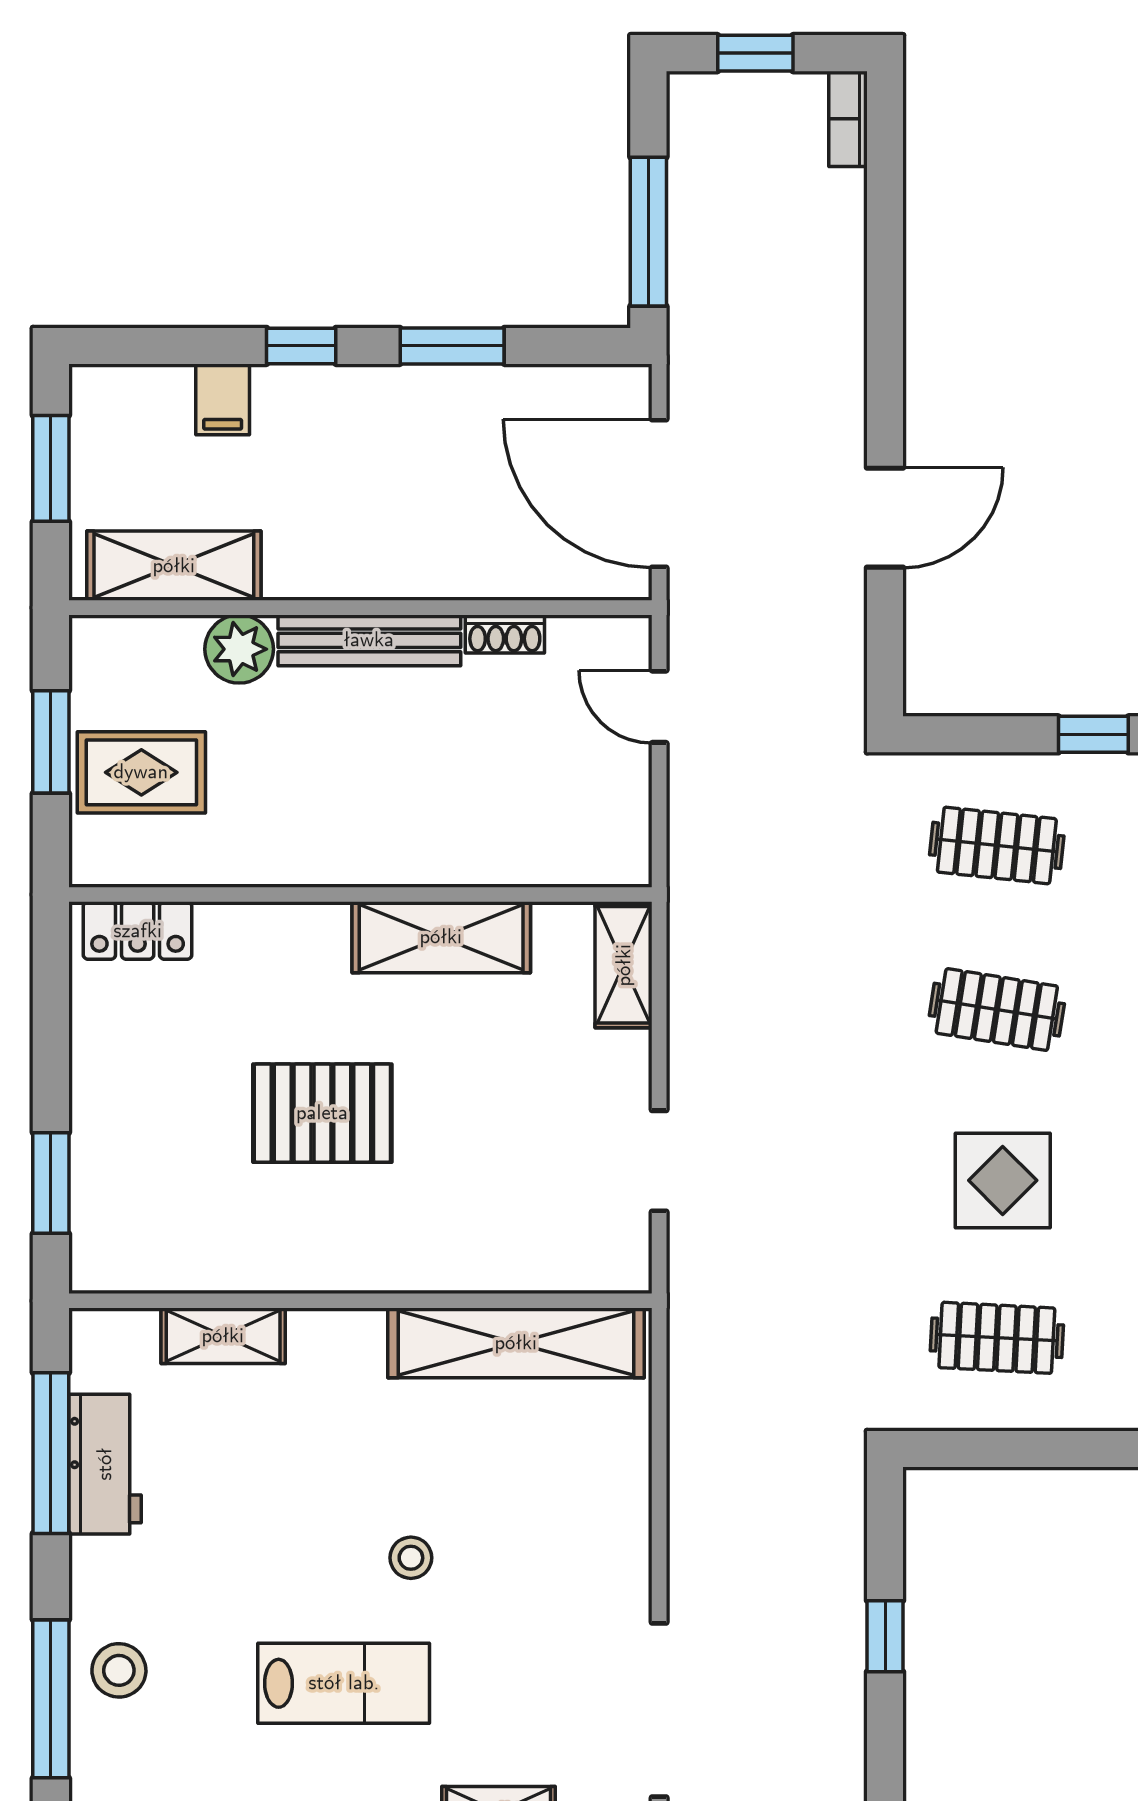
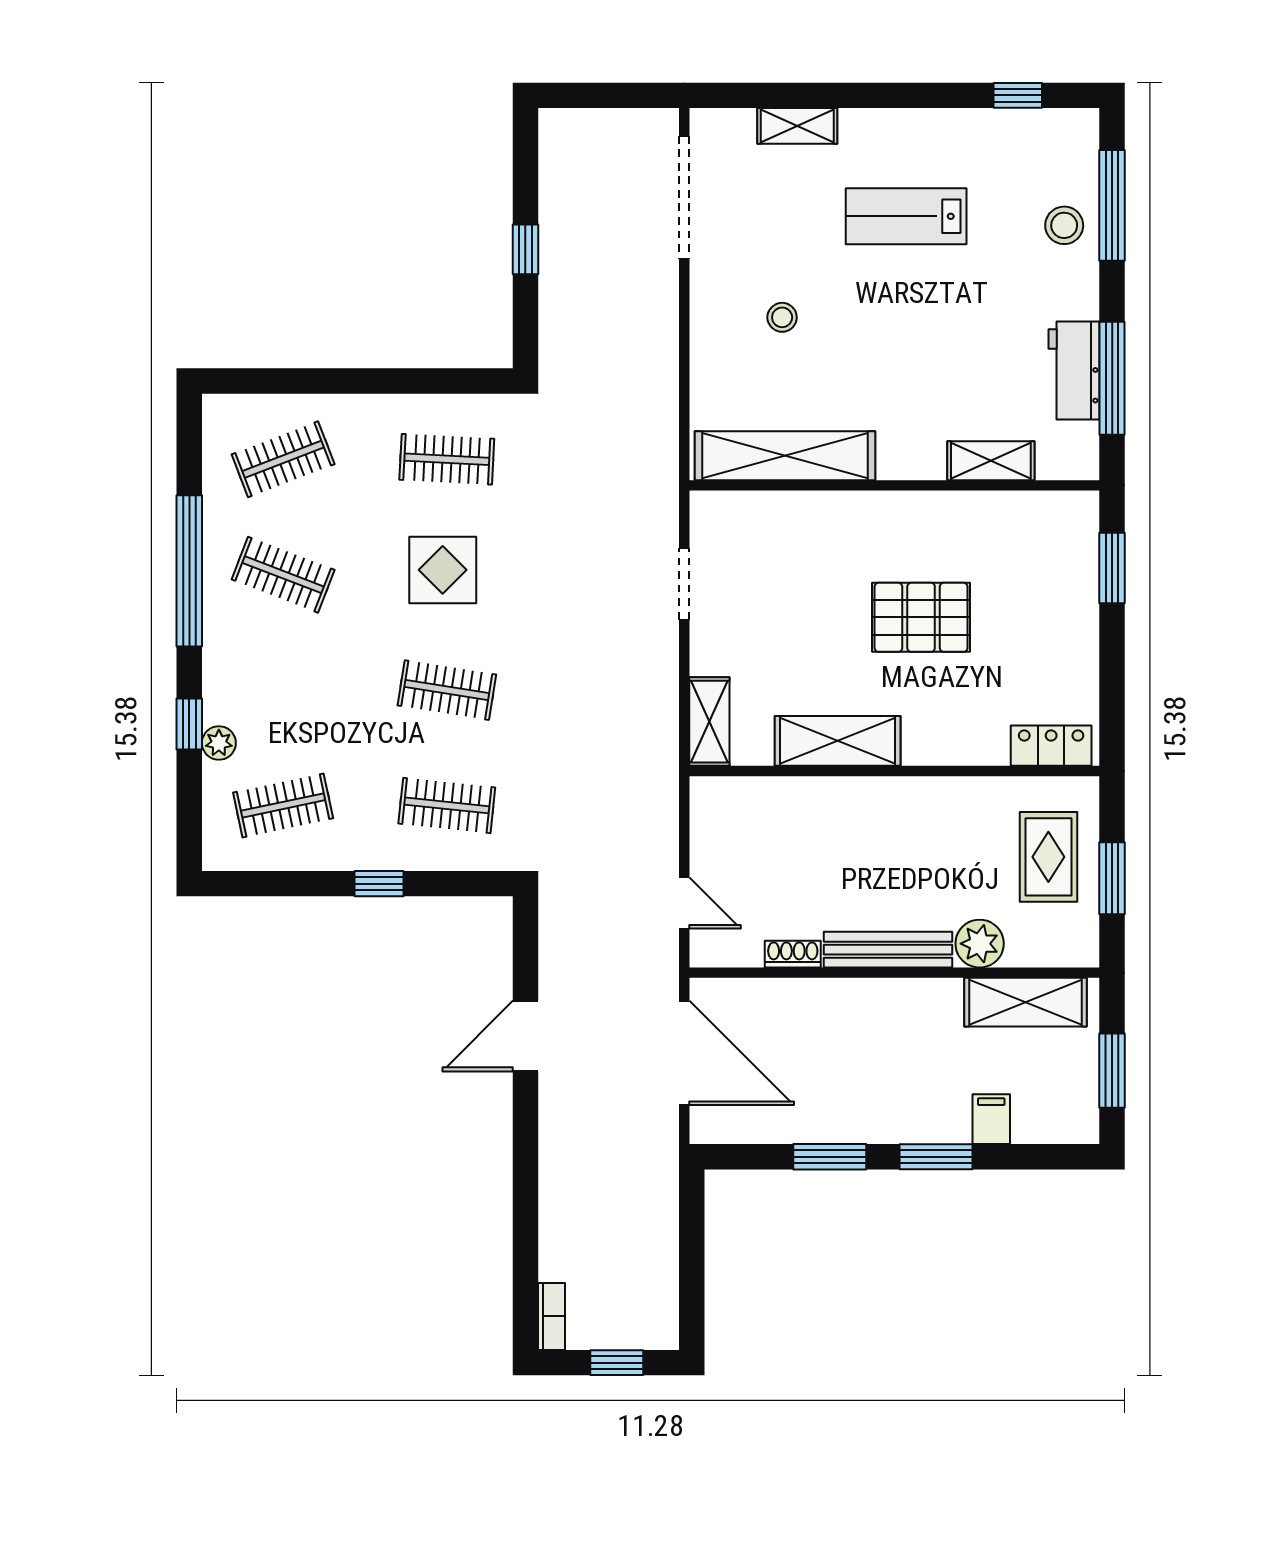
window: (648, 232) -> (692, 1237), removed
window: (301, 346) -> (936, 1157), width x1.50
rug: (141, 772) -> (1048, 857), turned 90
stool: (411, 1558) -> (782, 317), moved

